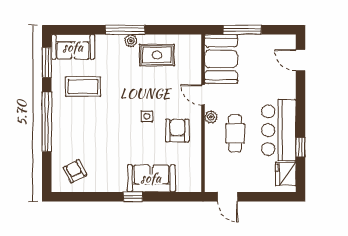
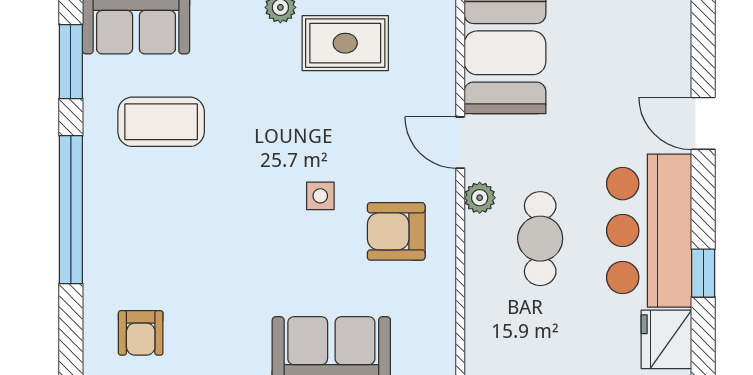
door: (300, 60) -> (703, 123), moved
armchair: (177, 131) -> (396, 231), turned -90
armchair: (75, 171) -> (141, 333), turned -153

